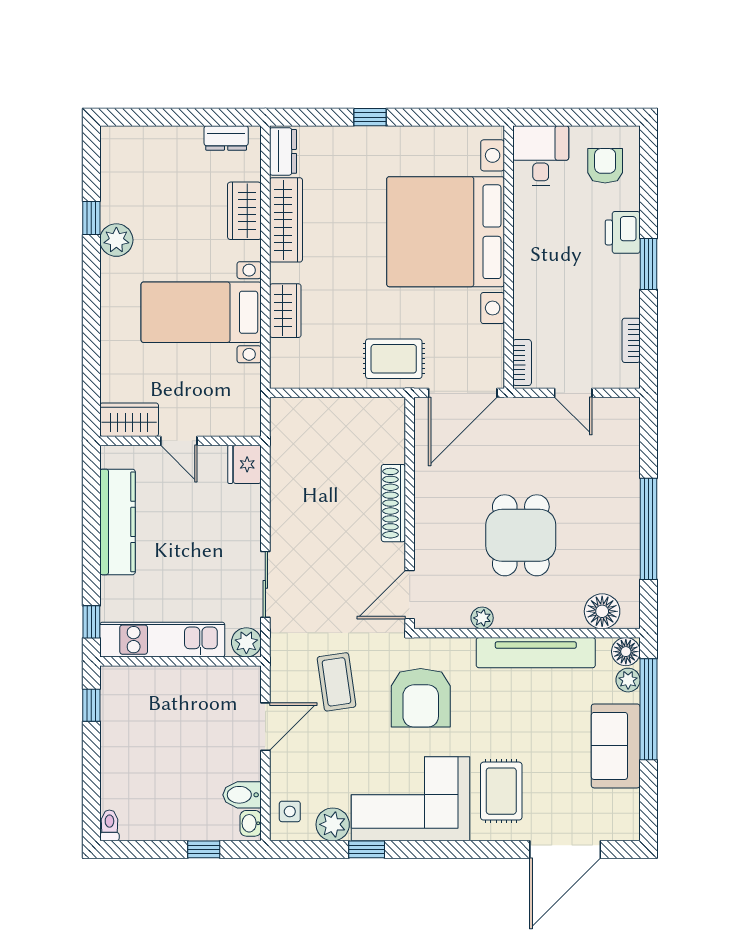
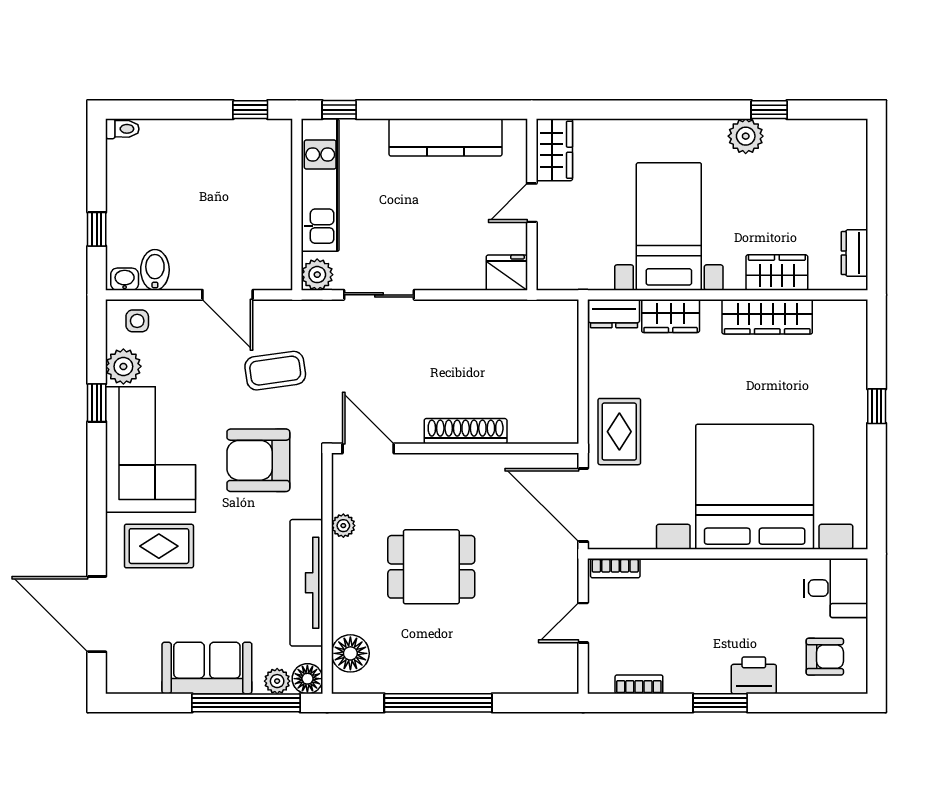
dresser: (283, 151) -> (614, 314), moved

